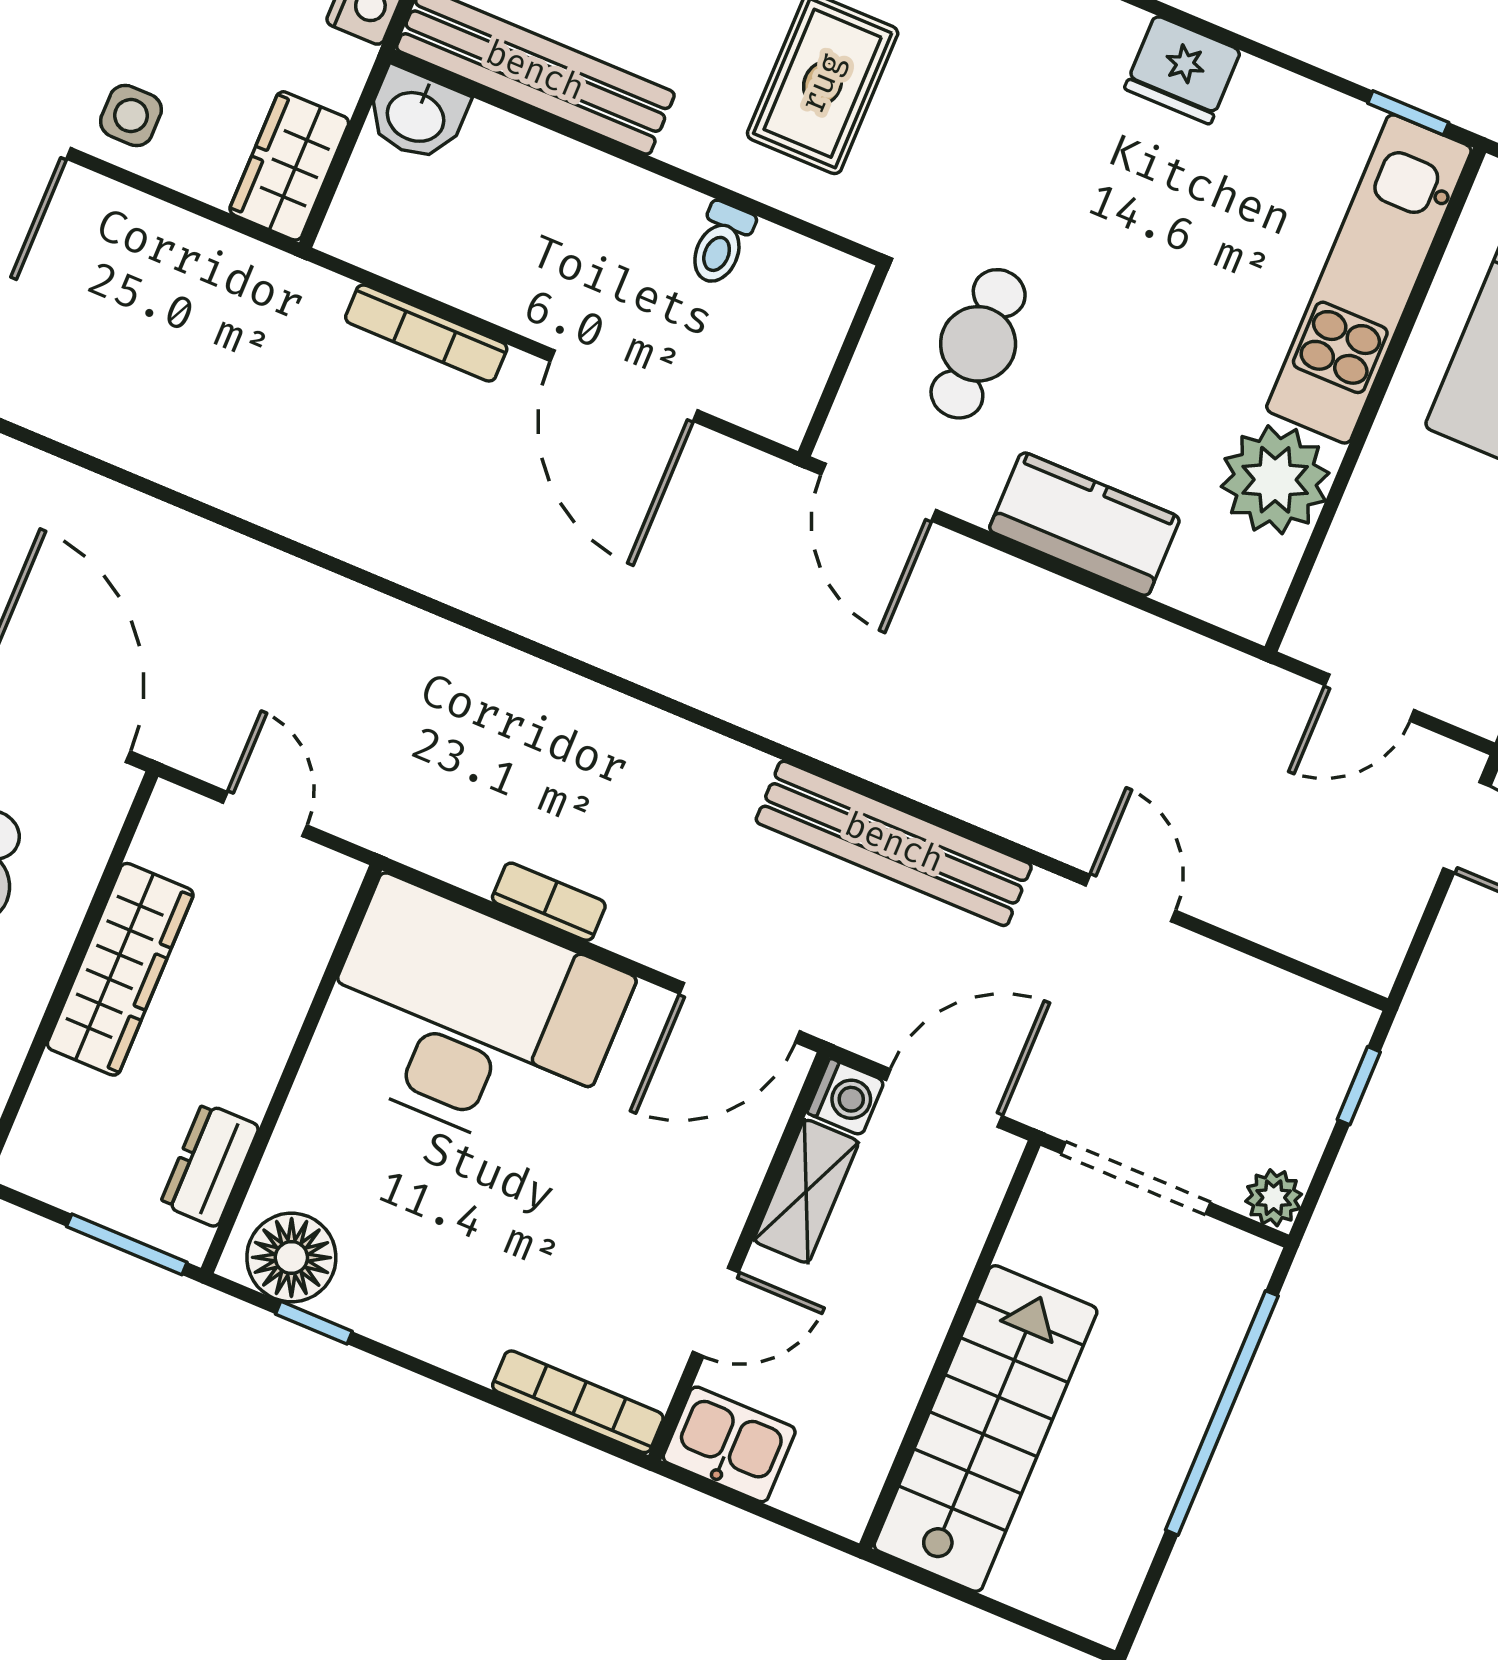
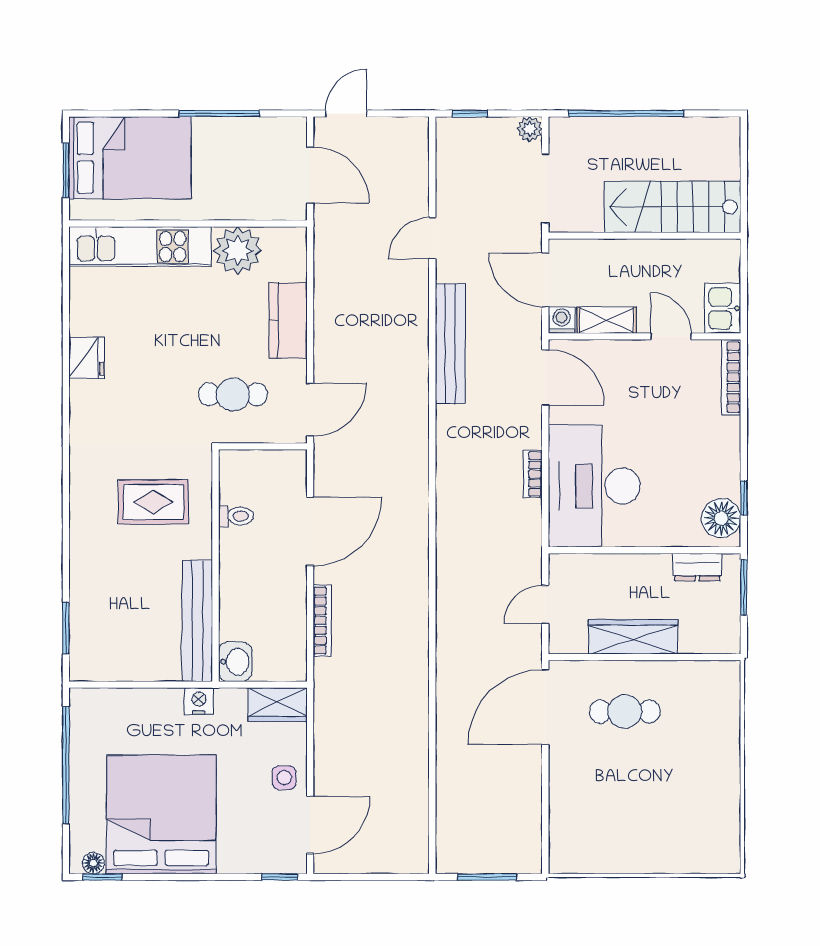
window: (1408, 113) -> (66, 259), removed
door: (1370, 698) -> (310, 175), width x1.38

